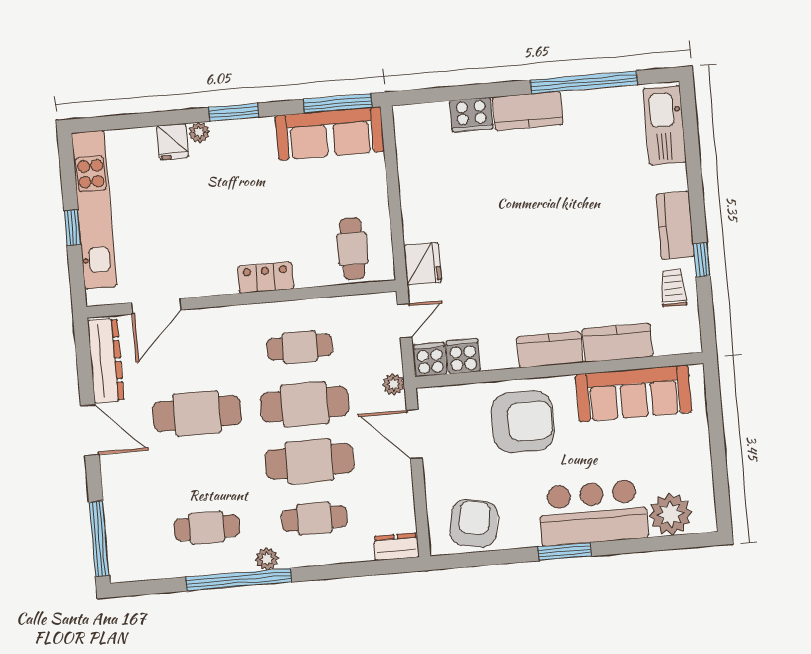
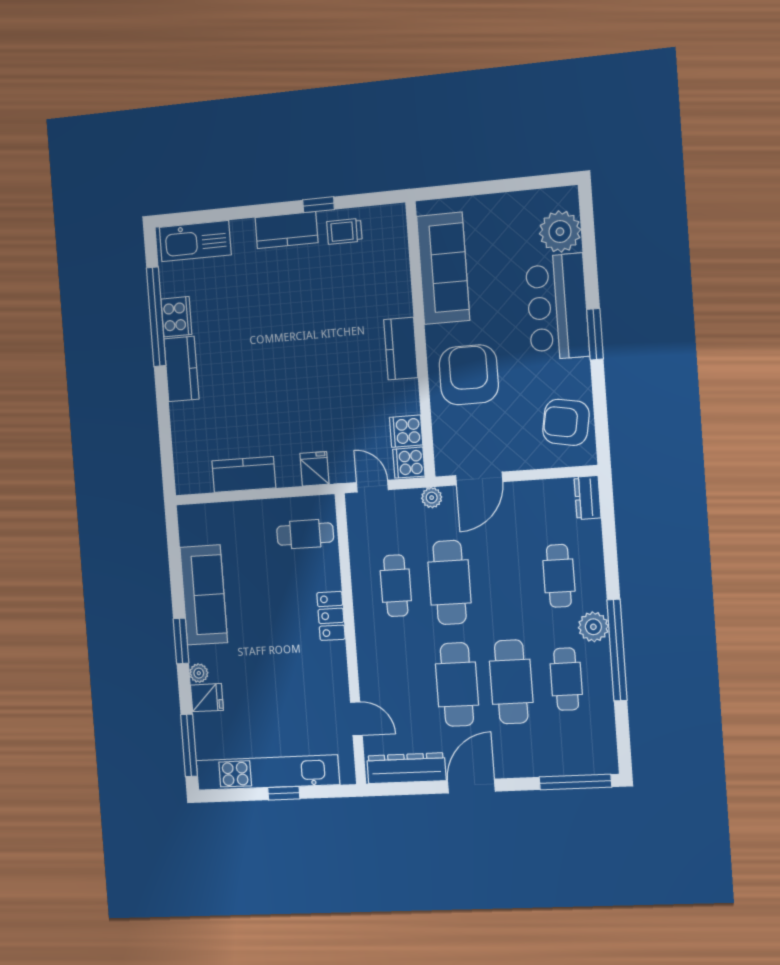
window: (338, 103) -> (189, 745), moved
cooker: (471, 115) -> (176, 317), moved
sofa: (330, 134) -> (204, 595), moved
fridge: (423, 264) -> (314, 469), width x0.72
door: (156, 306) -> (356, 719), width x0.73
kitchen counter: (617, 343) -> (244, 474), moved, turned 90
cafe table: (309, 461) -> (511, 682), moved
plant: (267, 559) -> (593, 627), width x1.38, depth x1.38

